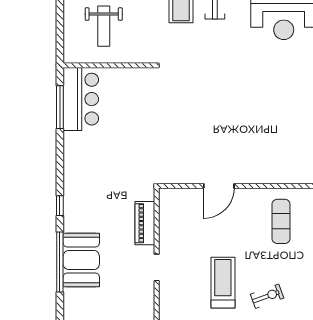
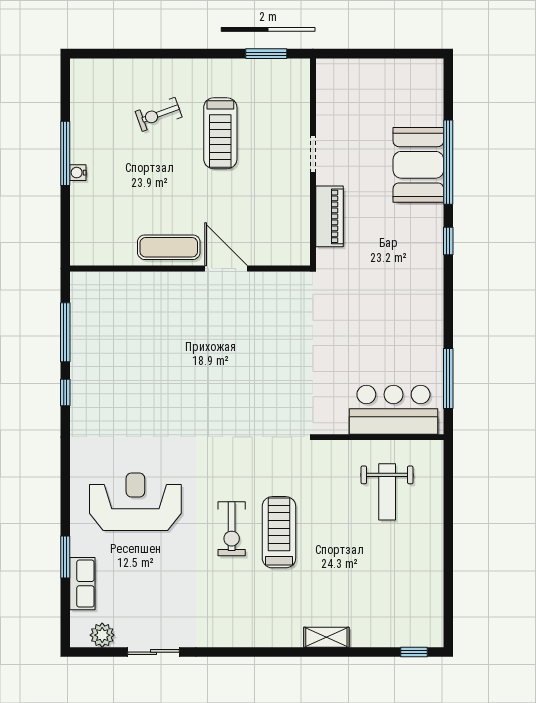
weight bench: (104, 26) -> (387, 492), turned 180
bar counter: (81, 99) -> (393, 410), moved, turned 90
door: (219, 186) -> (226, 269), hinge flipped
exercise mat: (281, 221) -> (169, 247), moved, turned 90

